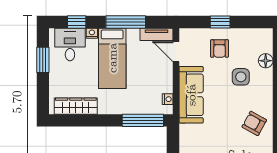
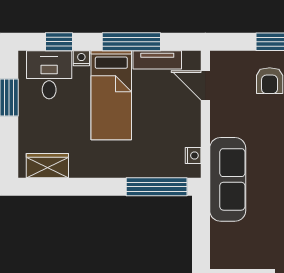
tv unit: (157, 34) -> (157, 60), moved
sofa: (191, 95) -> (228, 179), moved
wardrobe: (76, 106) -> (47, 166), width x0.67

